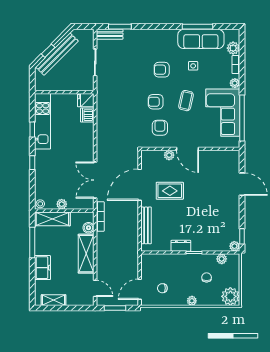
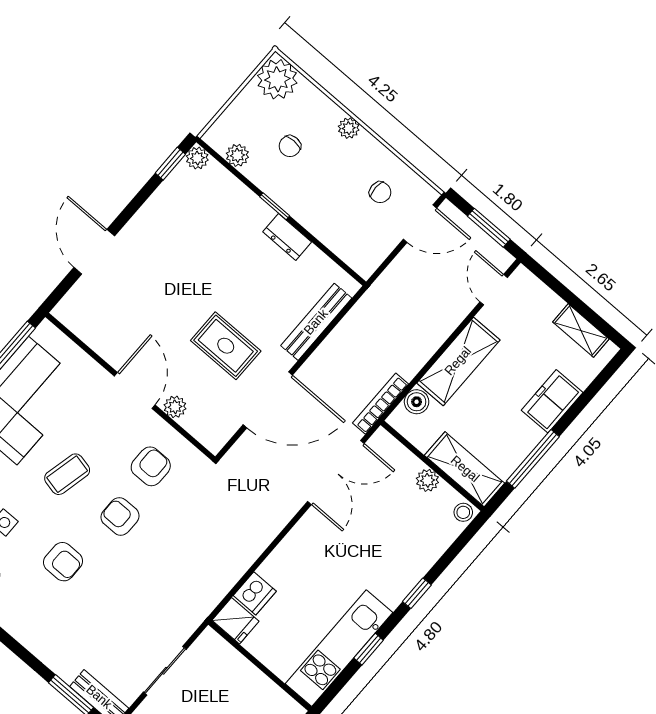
armchair: (156, 102) -> (120, 516), turned 180
armchair: (160, 128) -> (151, 466), turned 180

